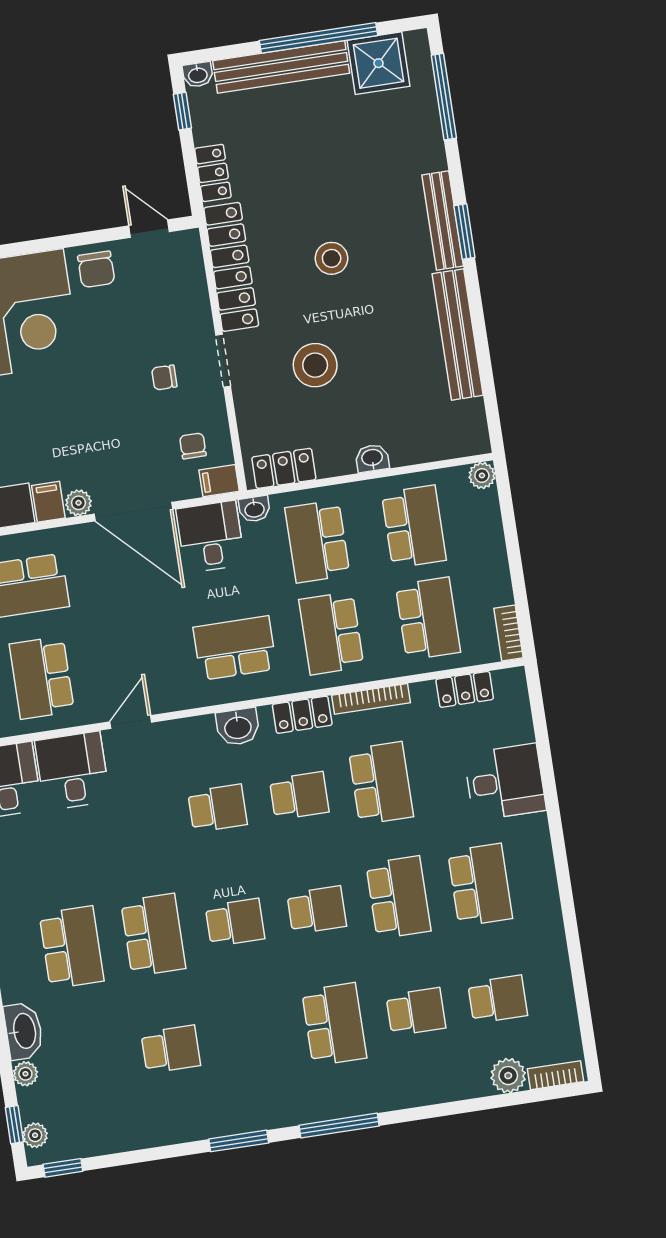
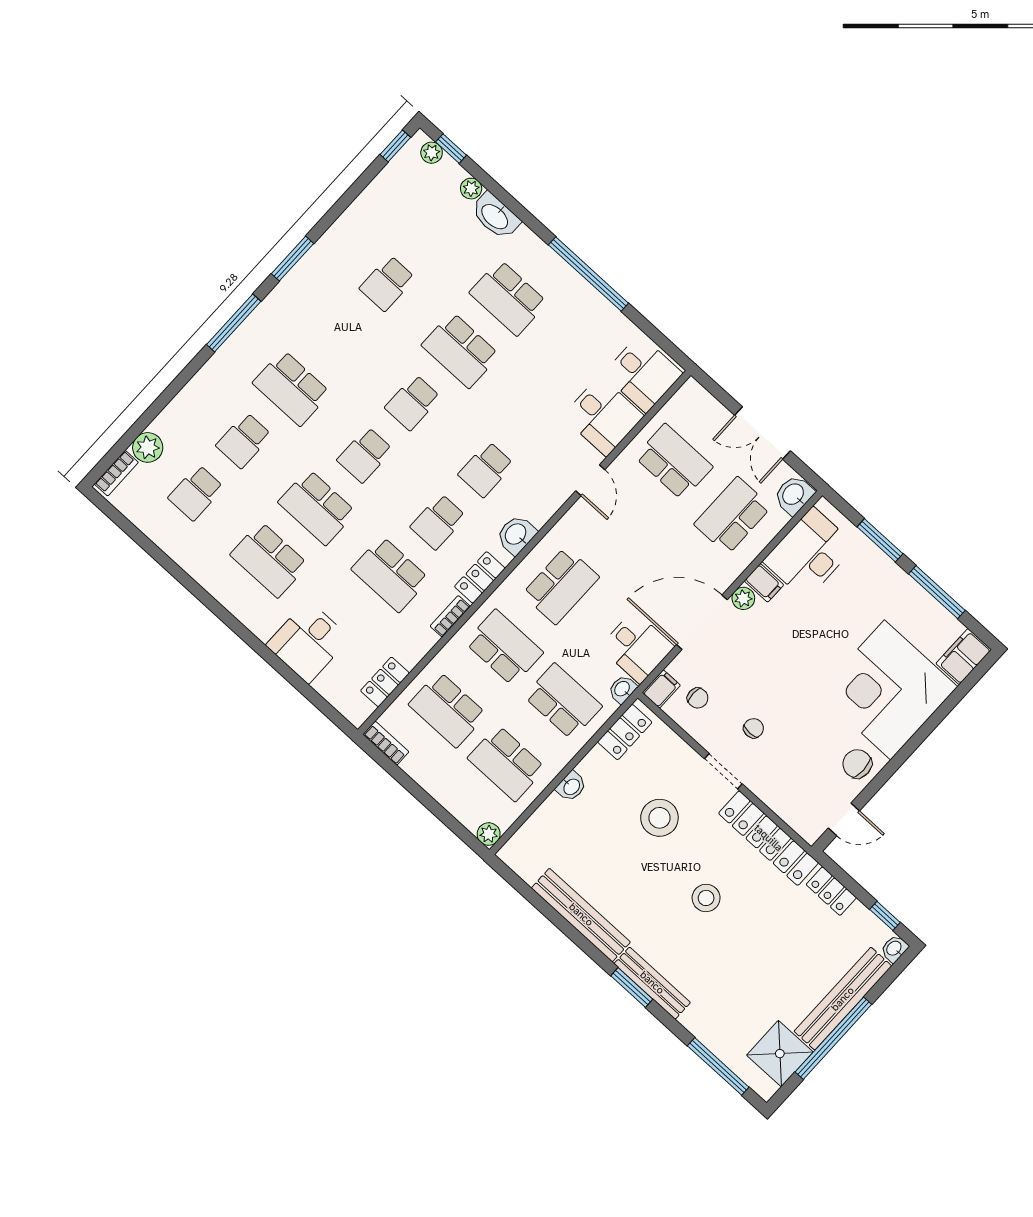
bookcase: (371, 699) -> (450, 616), width x0.64

